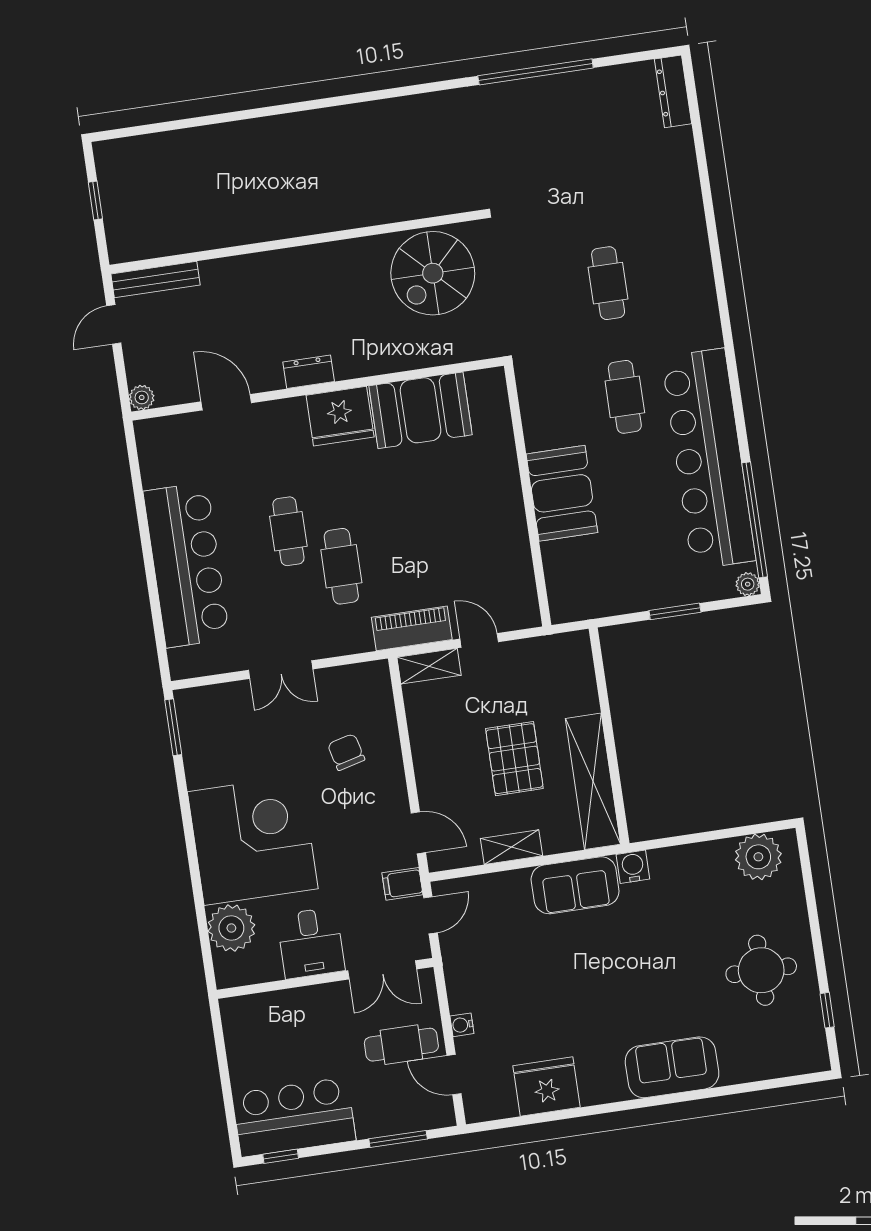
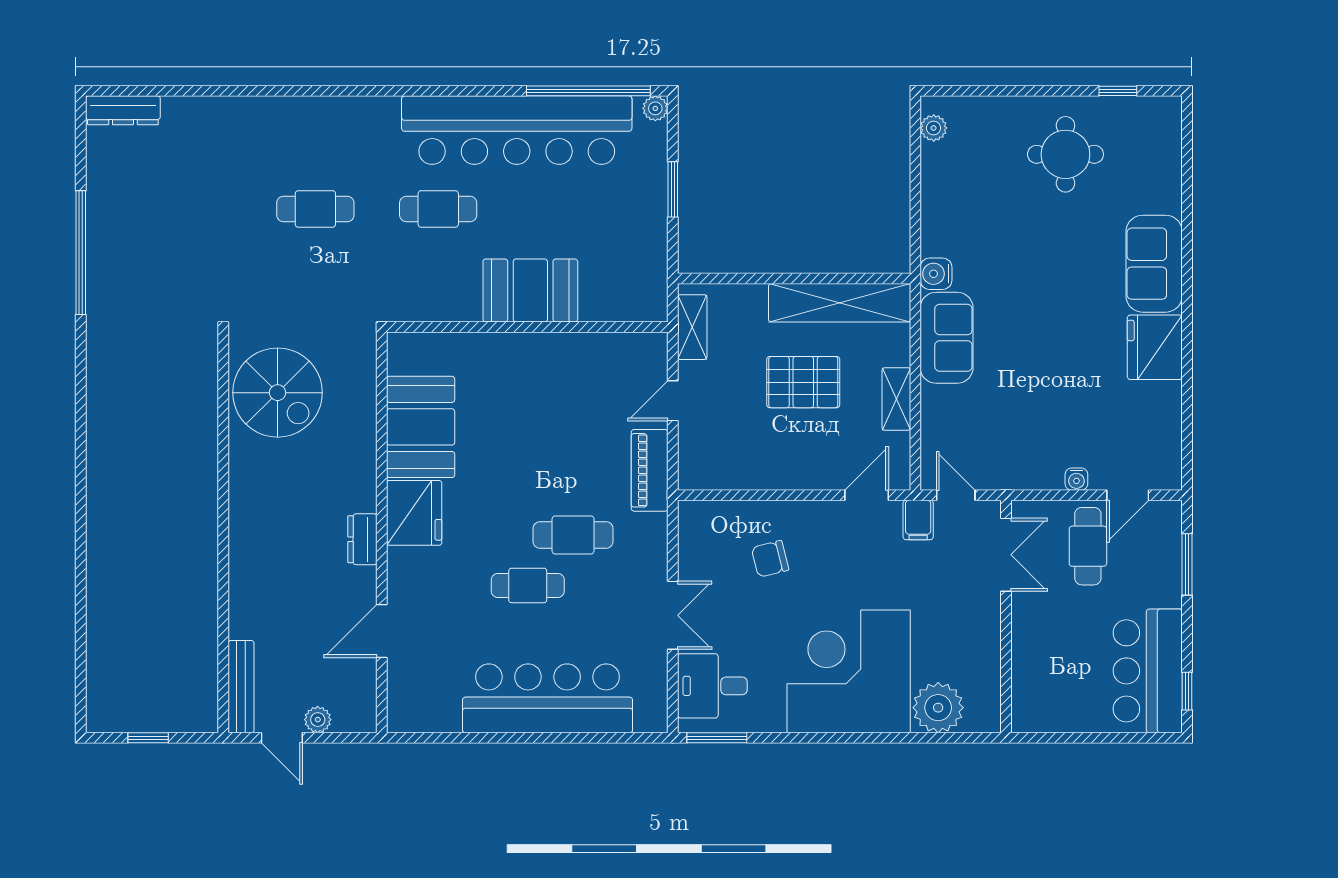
plant: (142, 397) -> (318, 720), moved
shelving: (429, 666) -> (692, 327), moved
plant: (758, 857) -> (934, 128), width x0.53, depth x0.53
desk: (311, 943) -> (712, 686), moved, turned 180
fridge: (547, 1087) -> (1155, 347), moved

